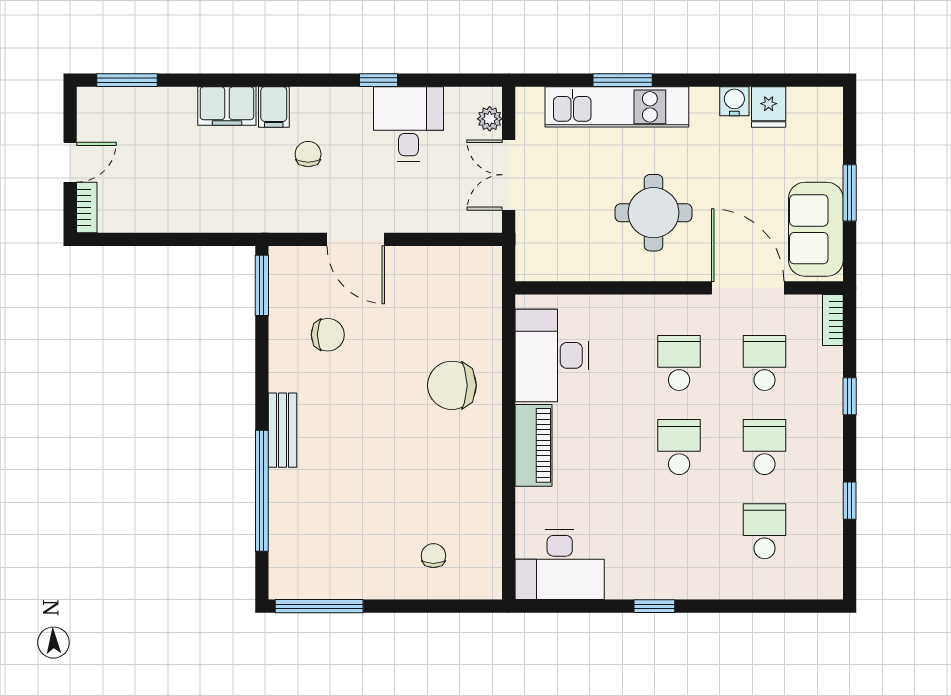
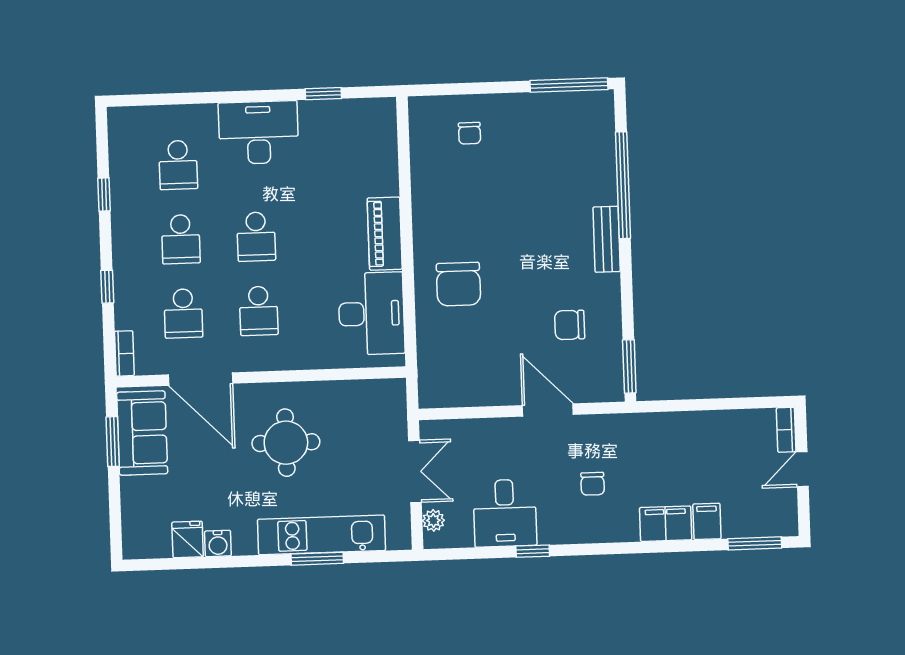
filing cabinet: (274, 107) -> (707, 521), moved
window: (850, 193) -> (113, 442), moved
chair: (452, 385) -> (458, 284), turned 90
desk: (560, 565) -> (259, 133), moved
window: (654, 606) -> (323, 94), moved

